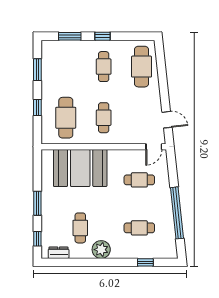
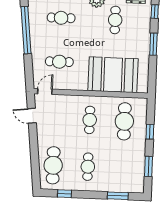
window: (103, 36) -> (65, 194), moved

